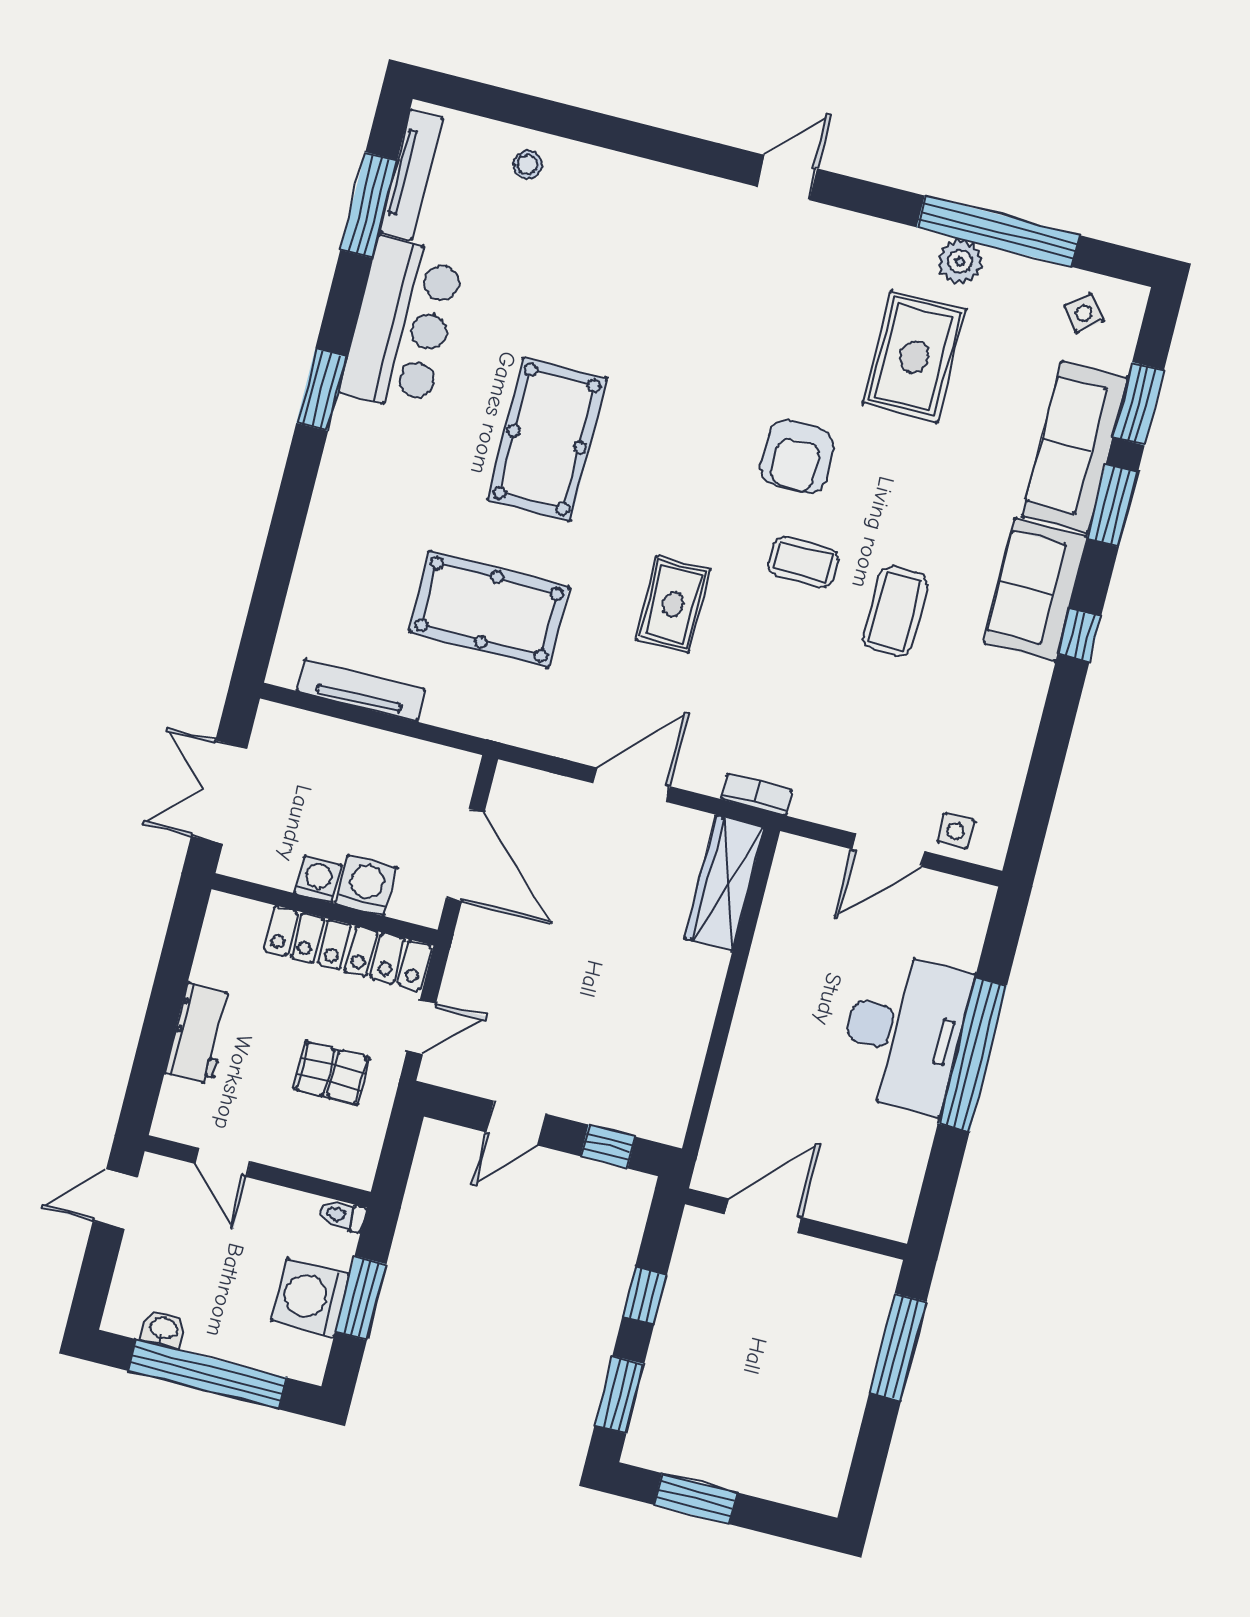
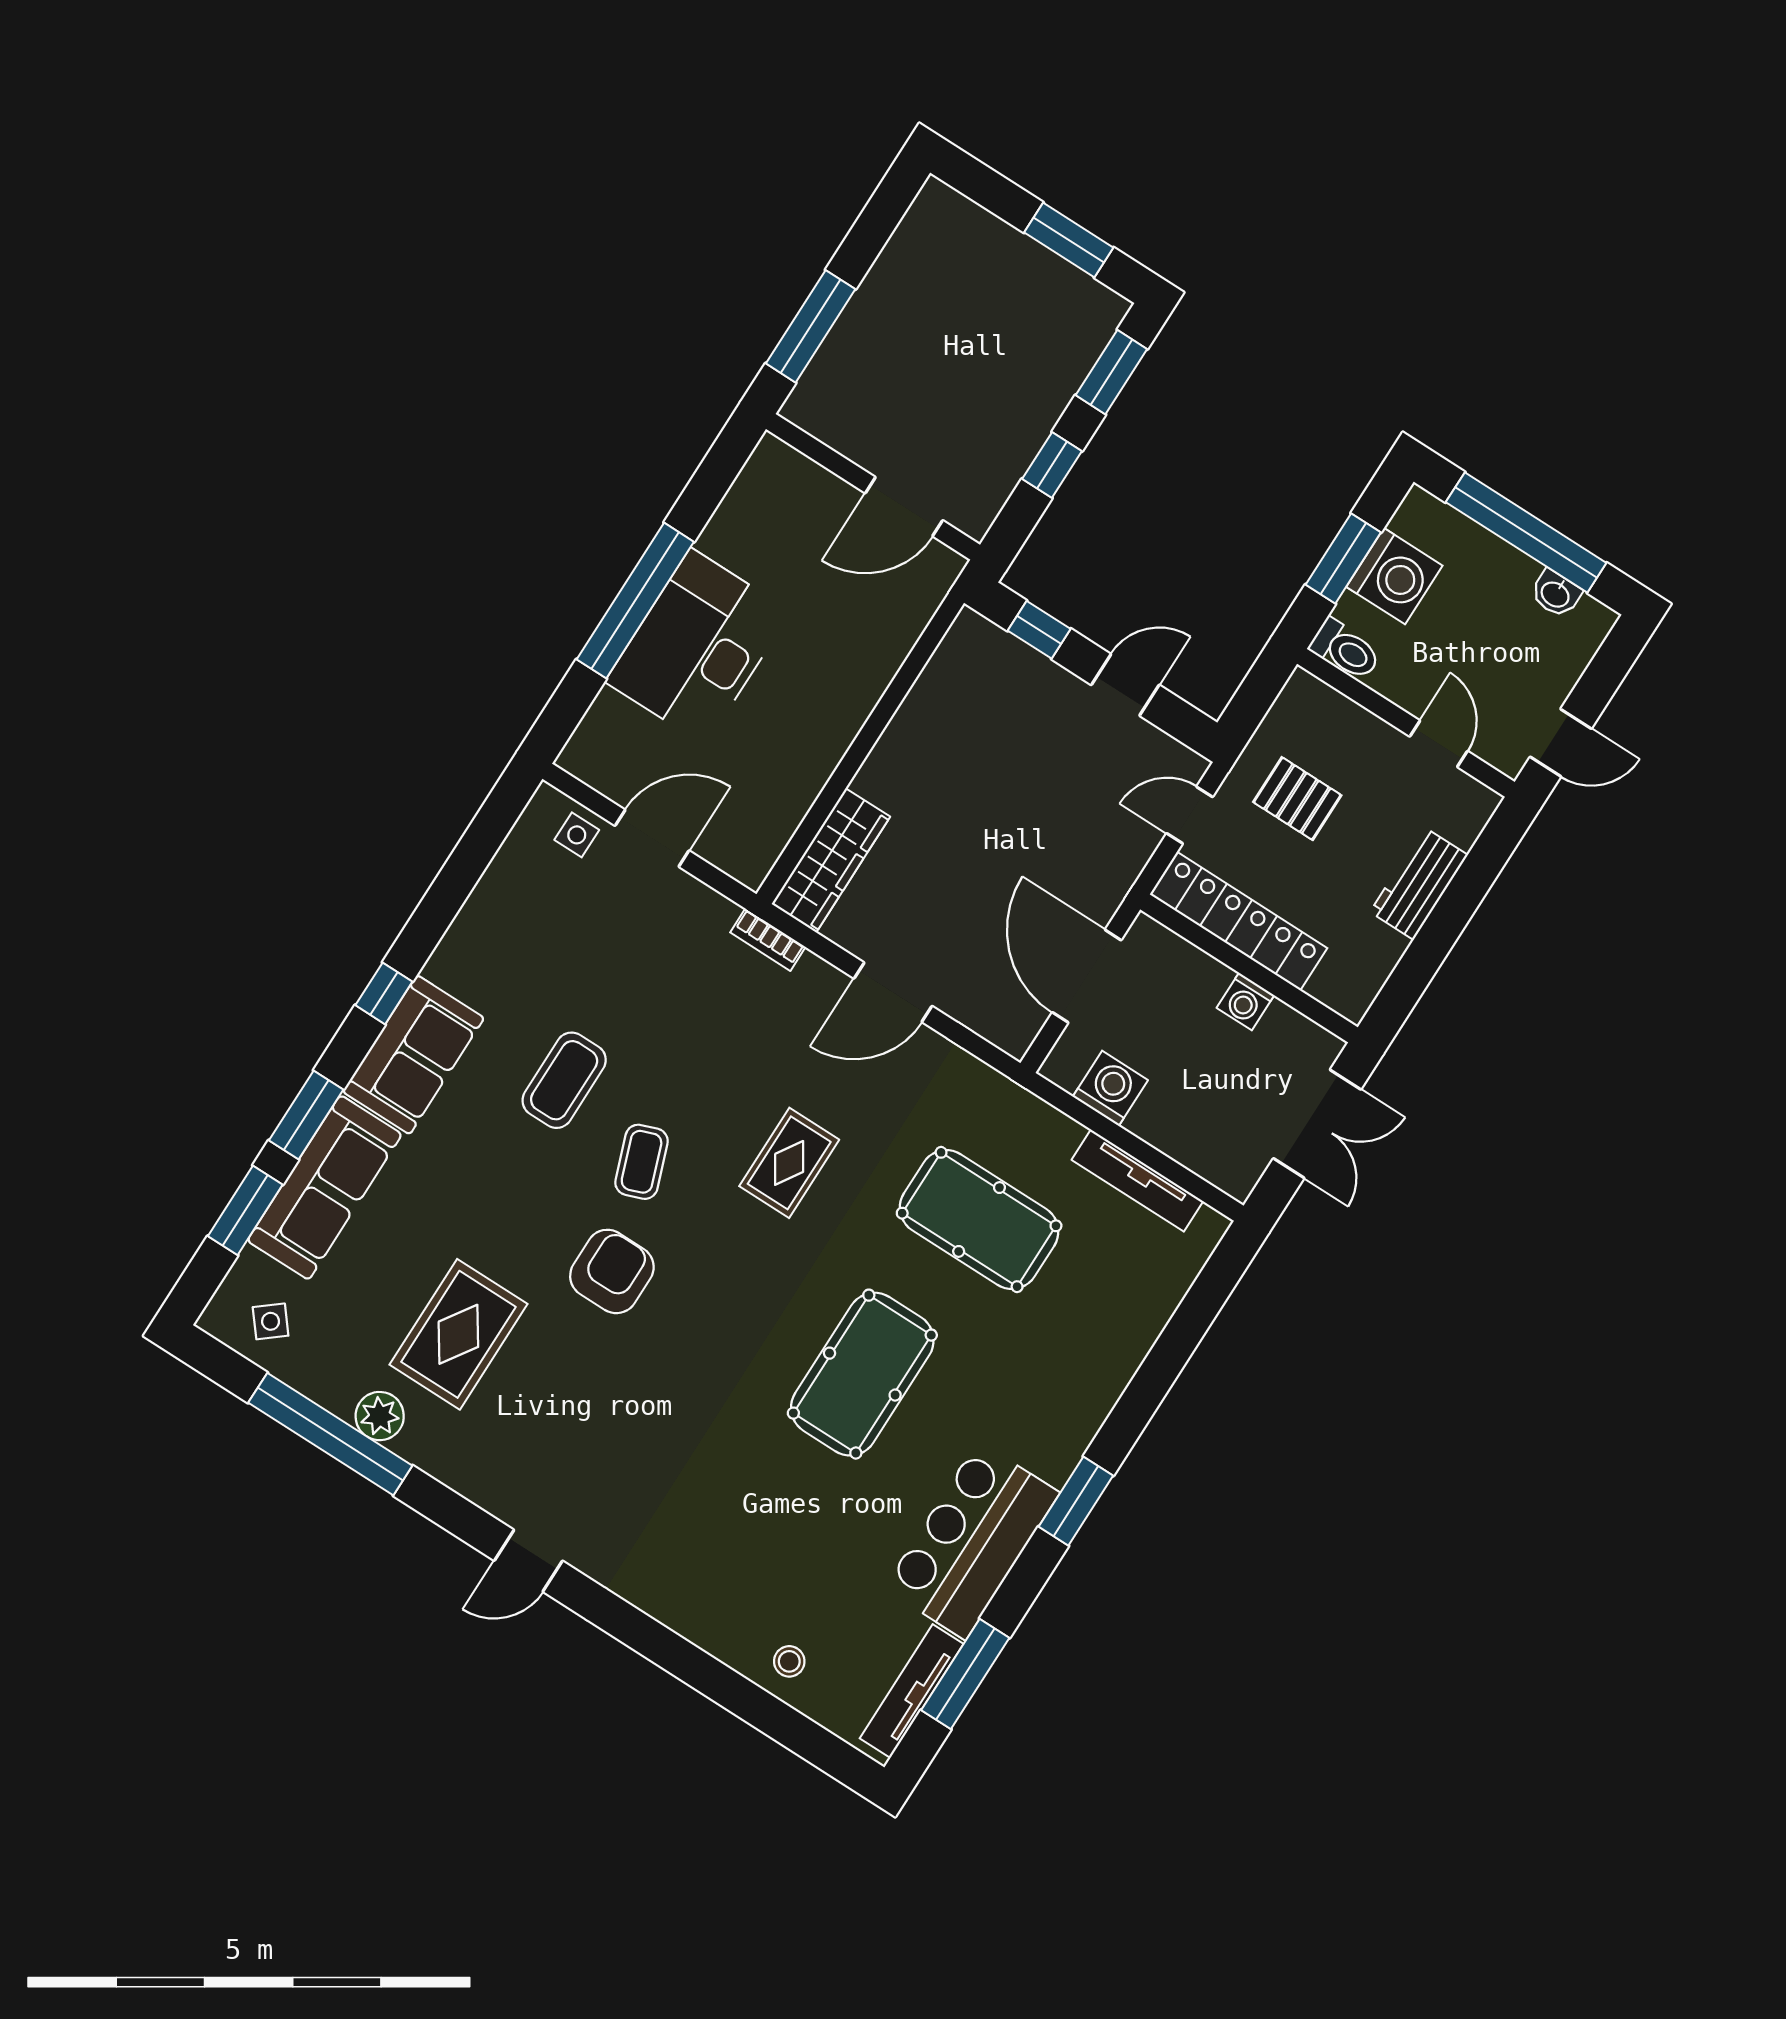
coffee table: (803, 562) -> (642, 1162), turned 70
washing machine: (366, 885) -> (1110, 1088), moved, turned 180
toilet: (342, 1215) -> (1345, 650), width x1.37, depth x1.39

